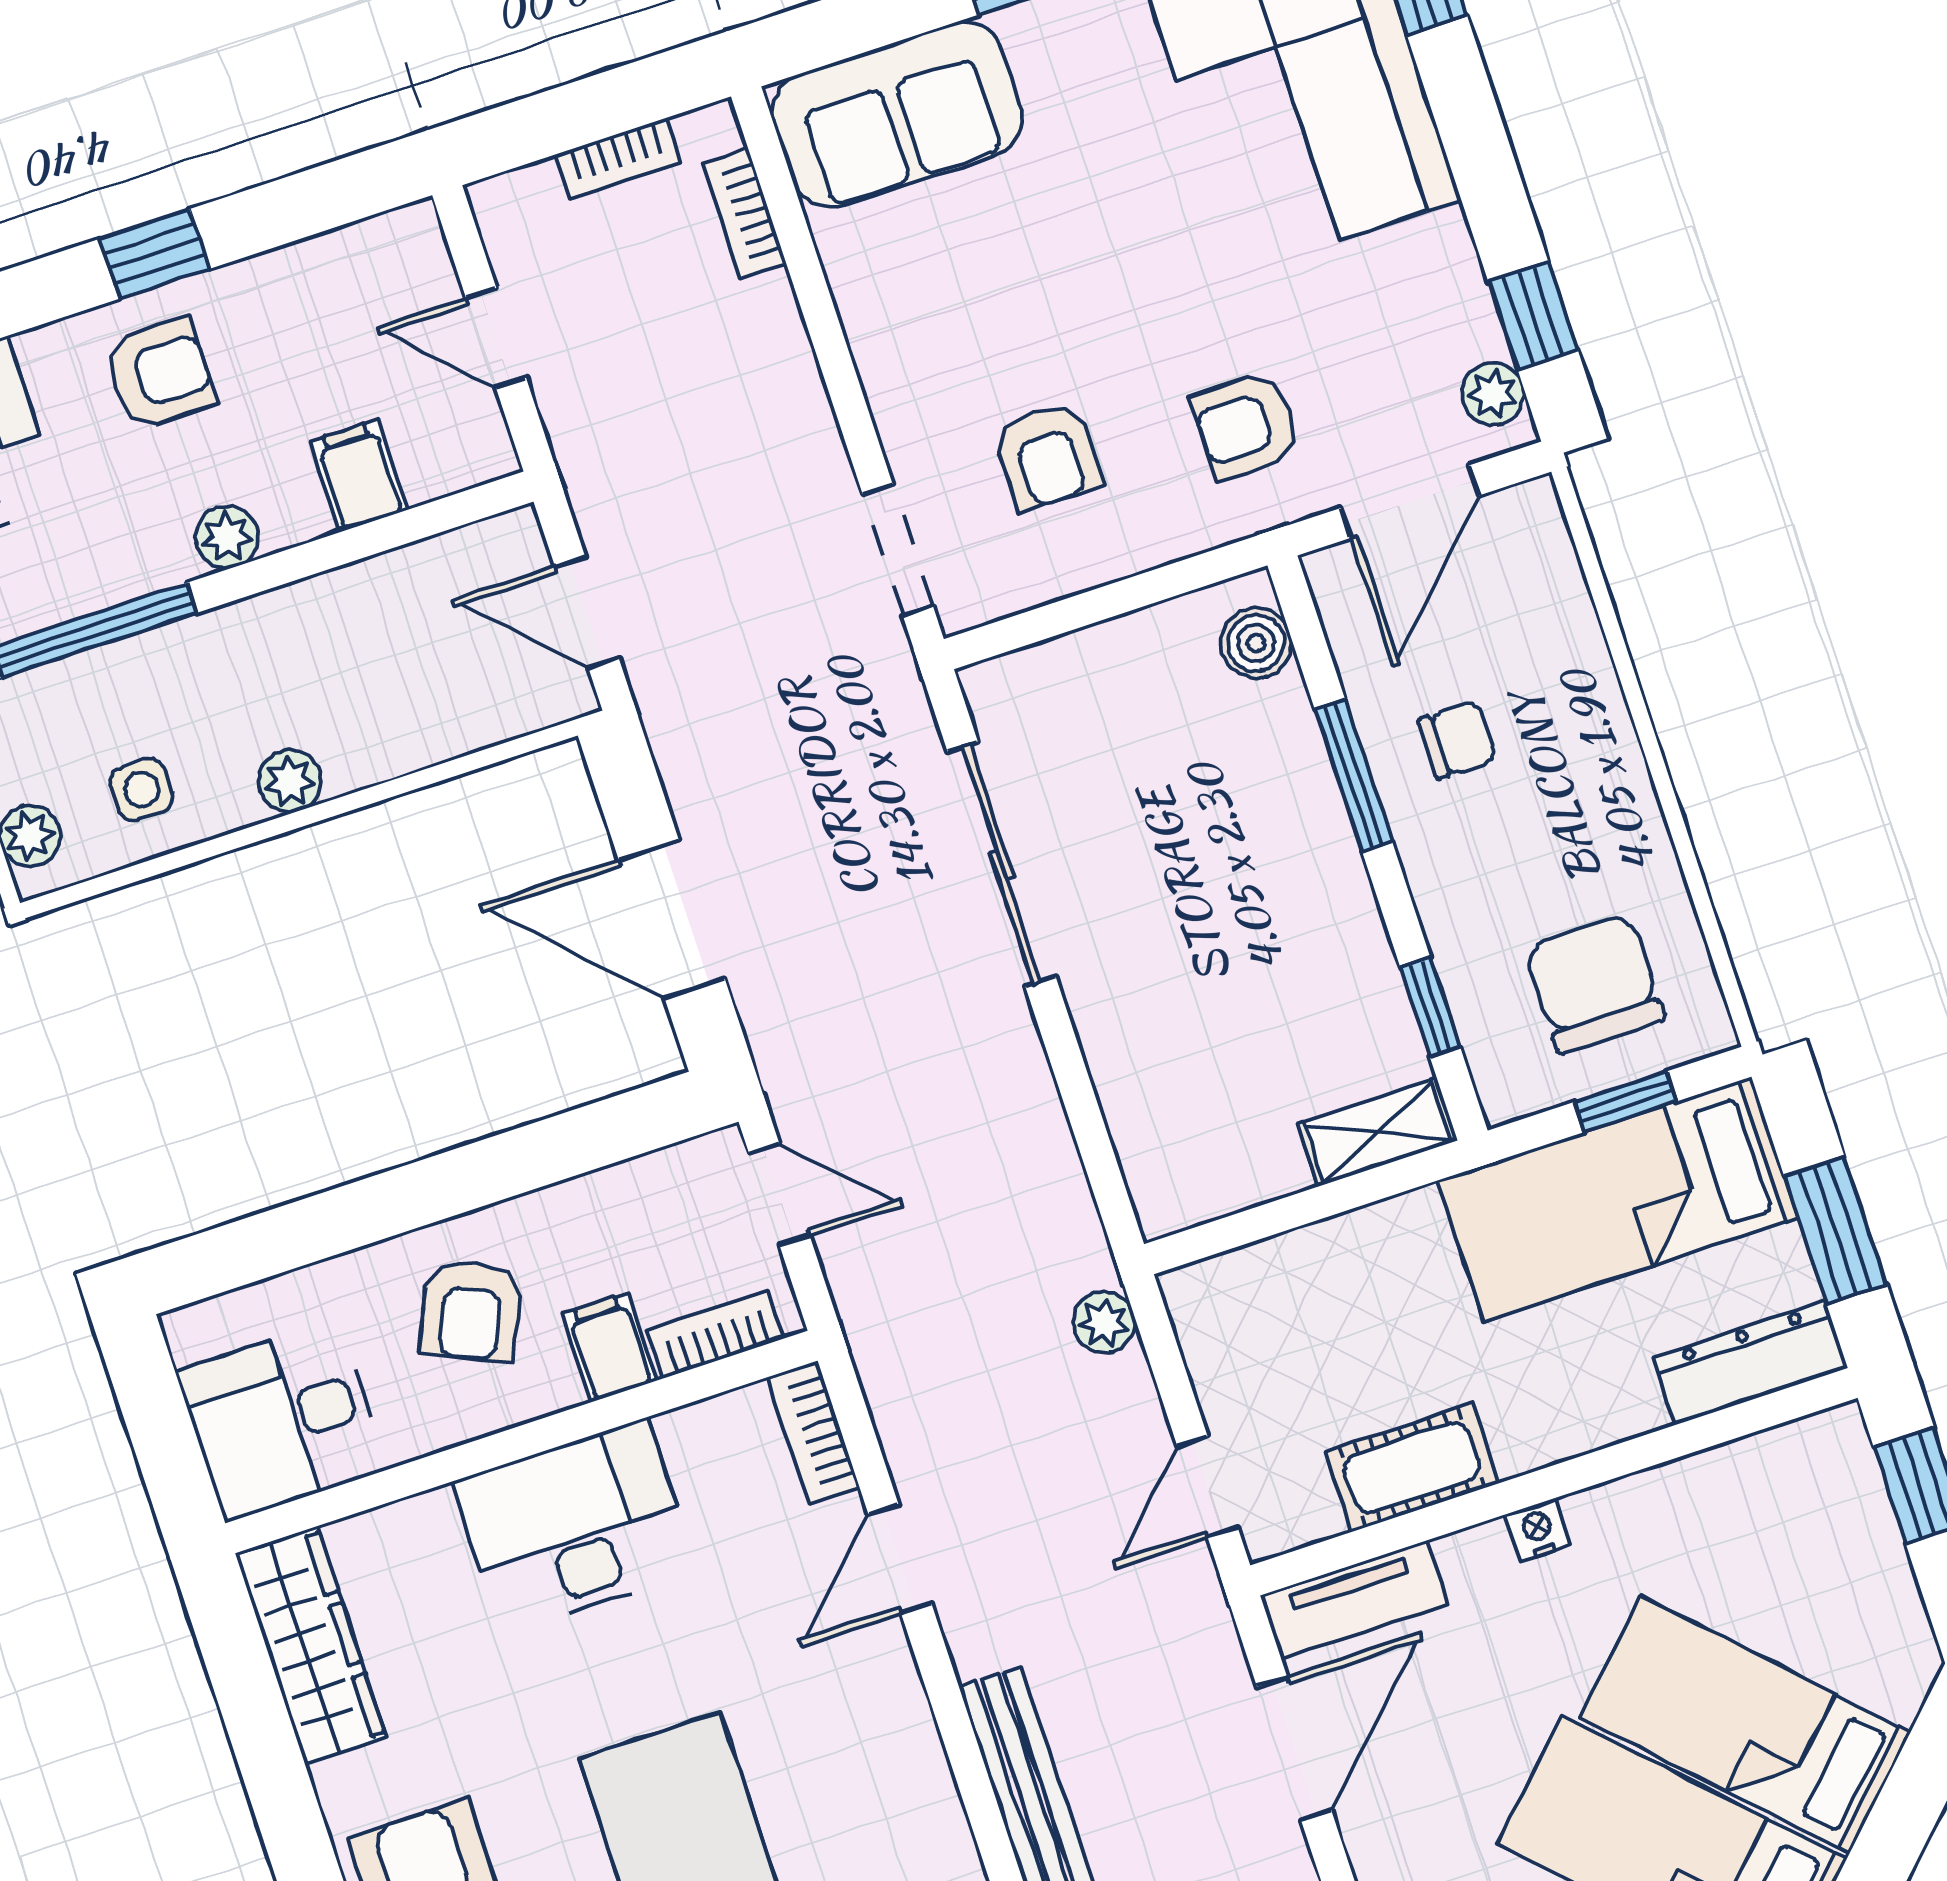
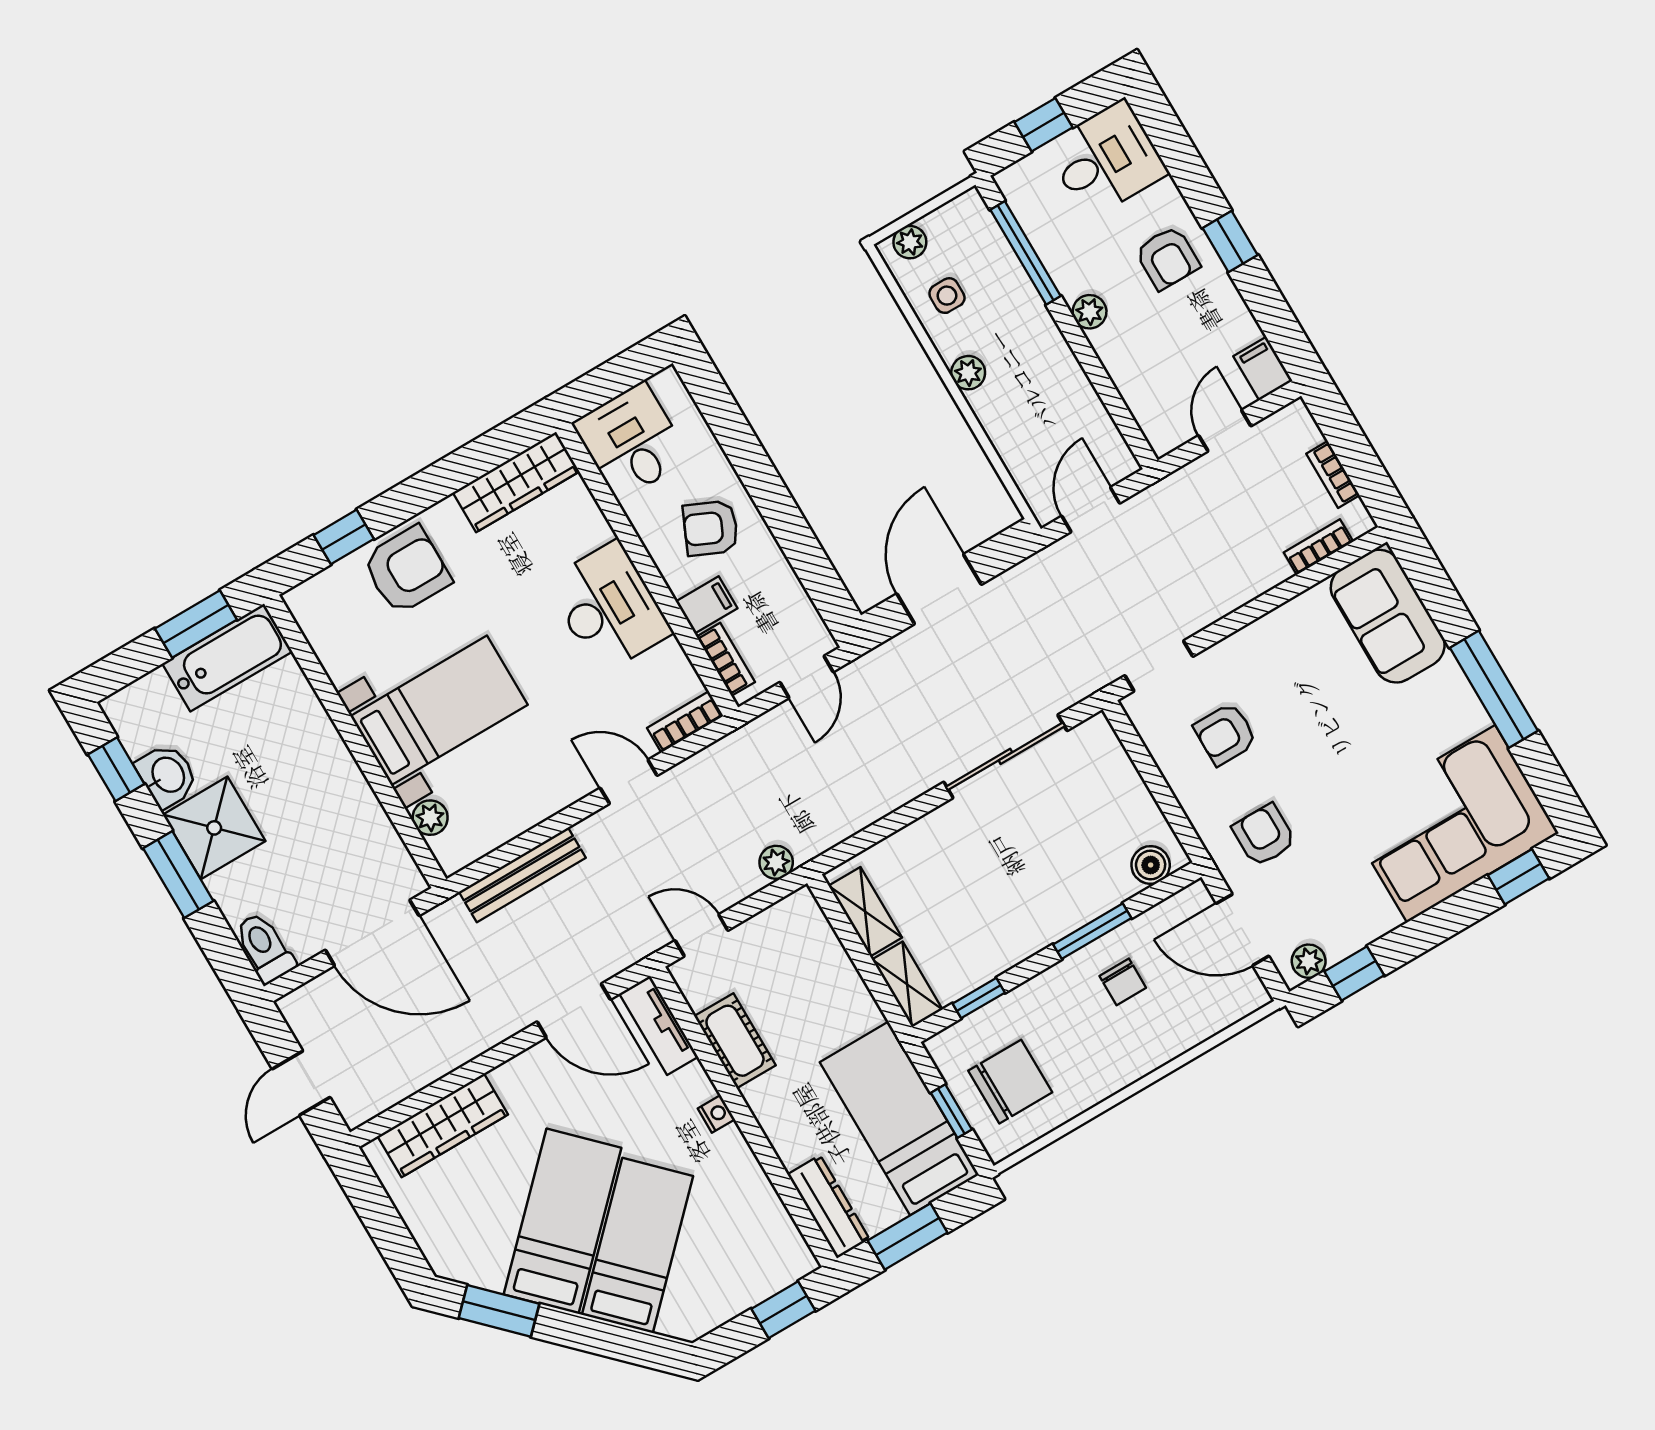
filing cabinet: (359, 476) -> (1263, 369), moved, turned -90
shelving: (1229, 1180) -> (865, 912), added

